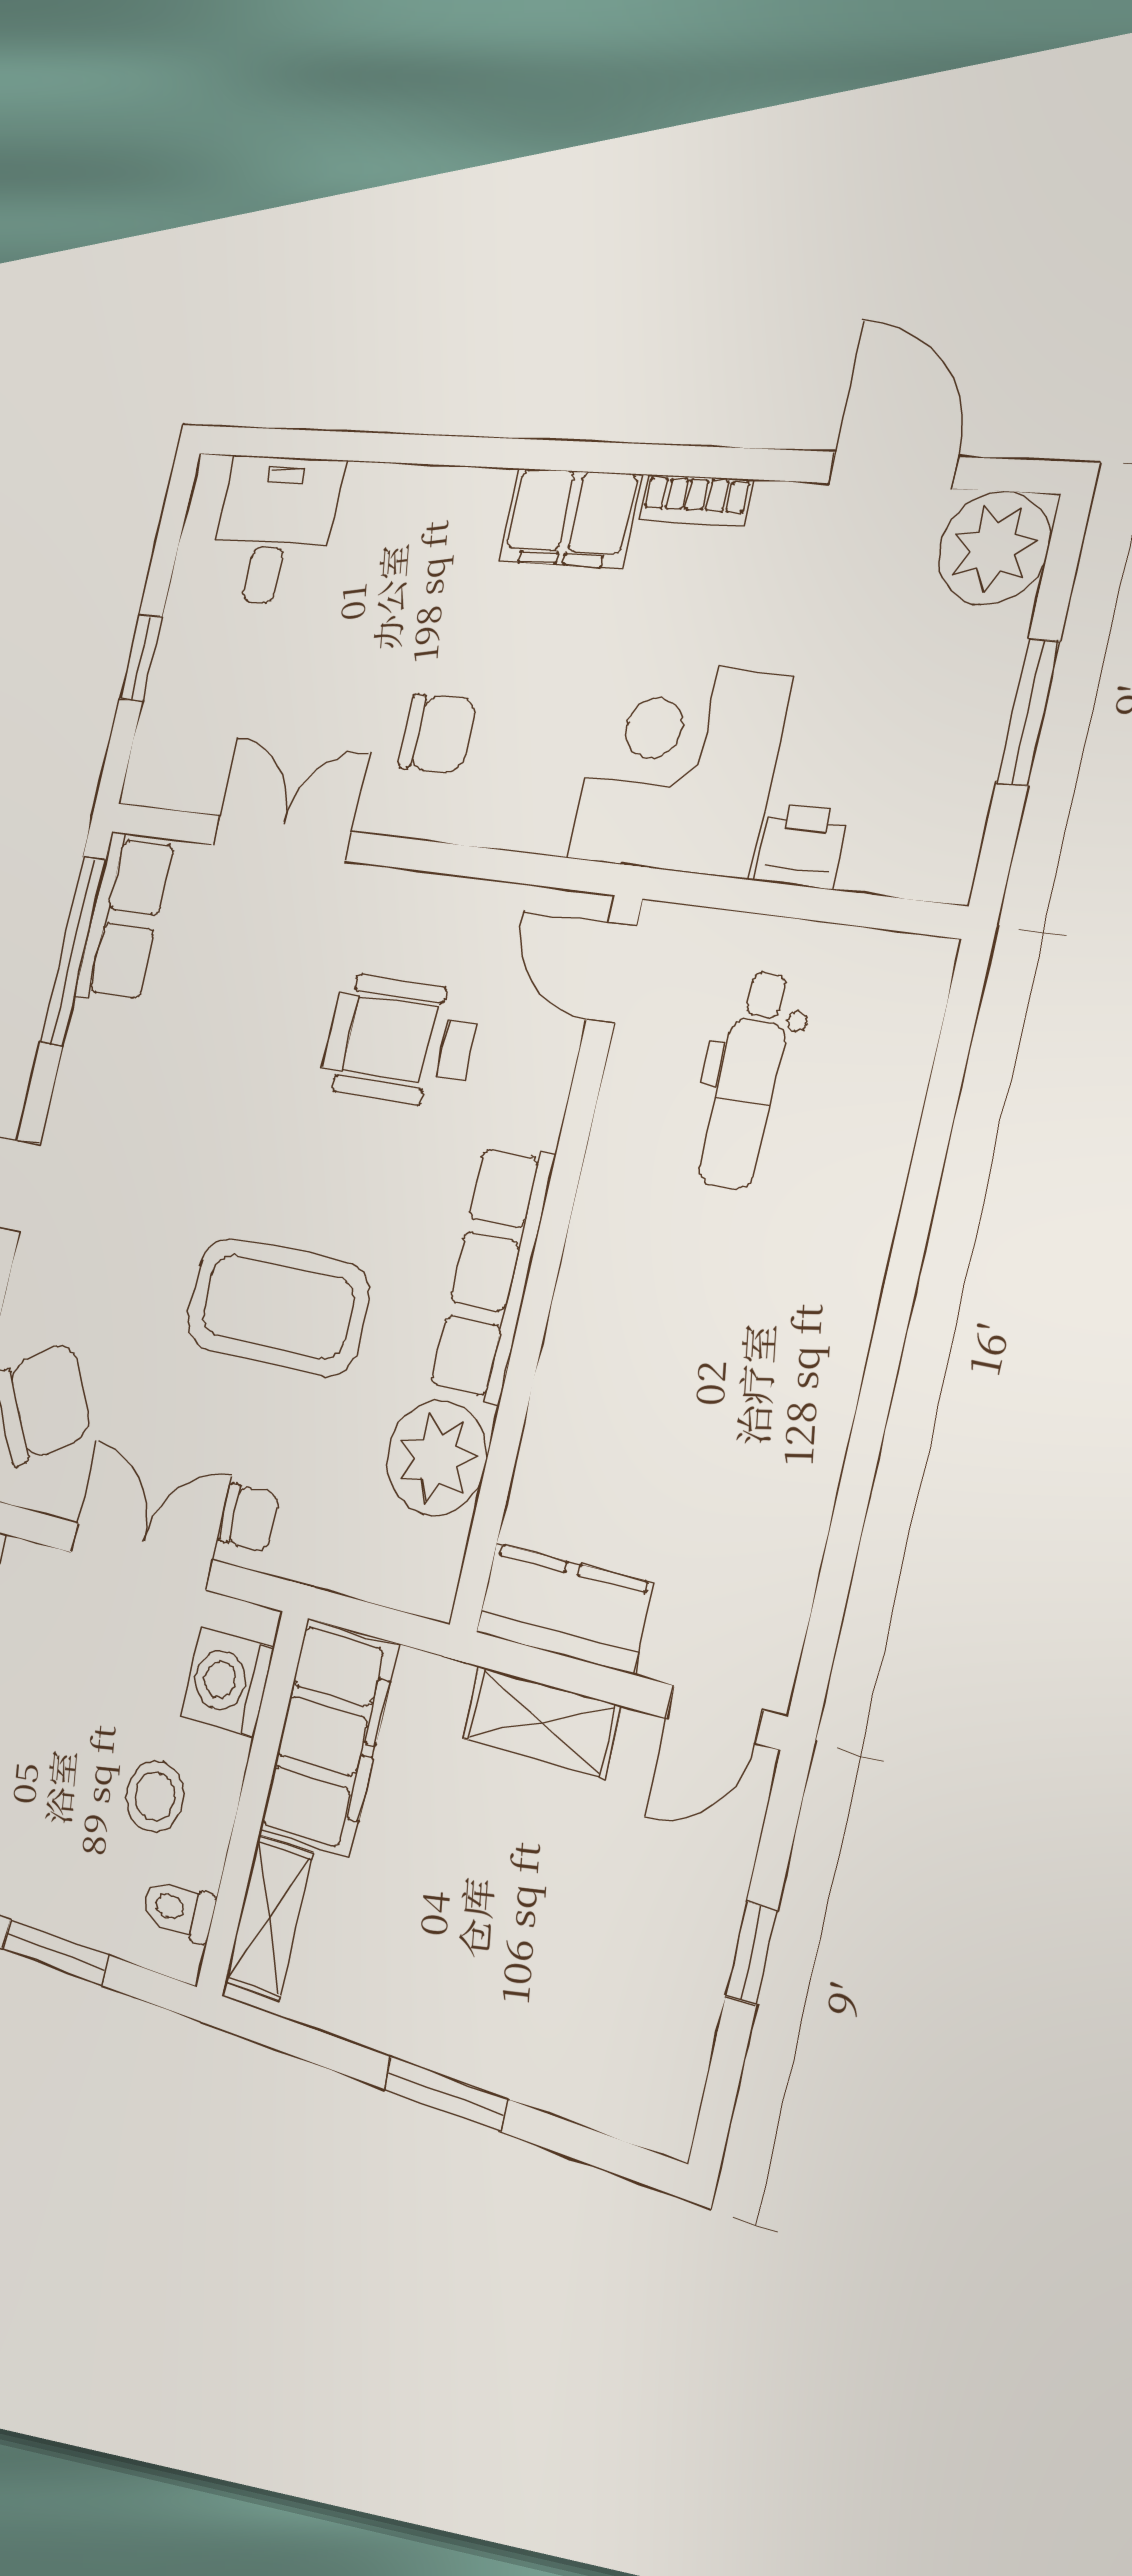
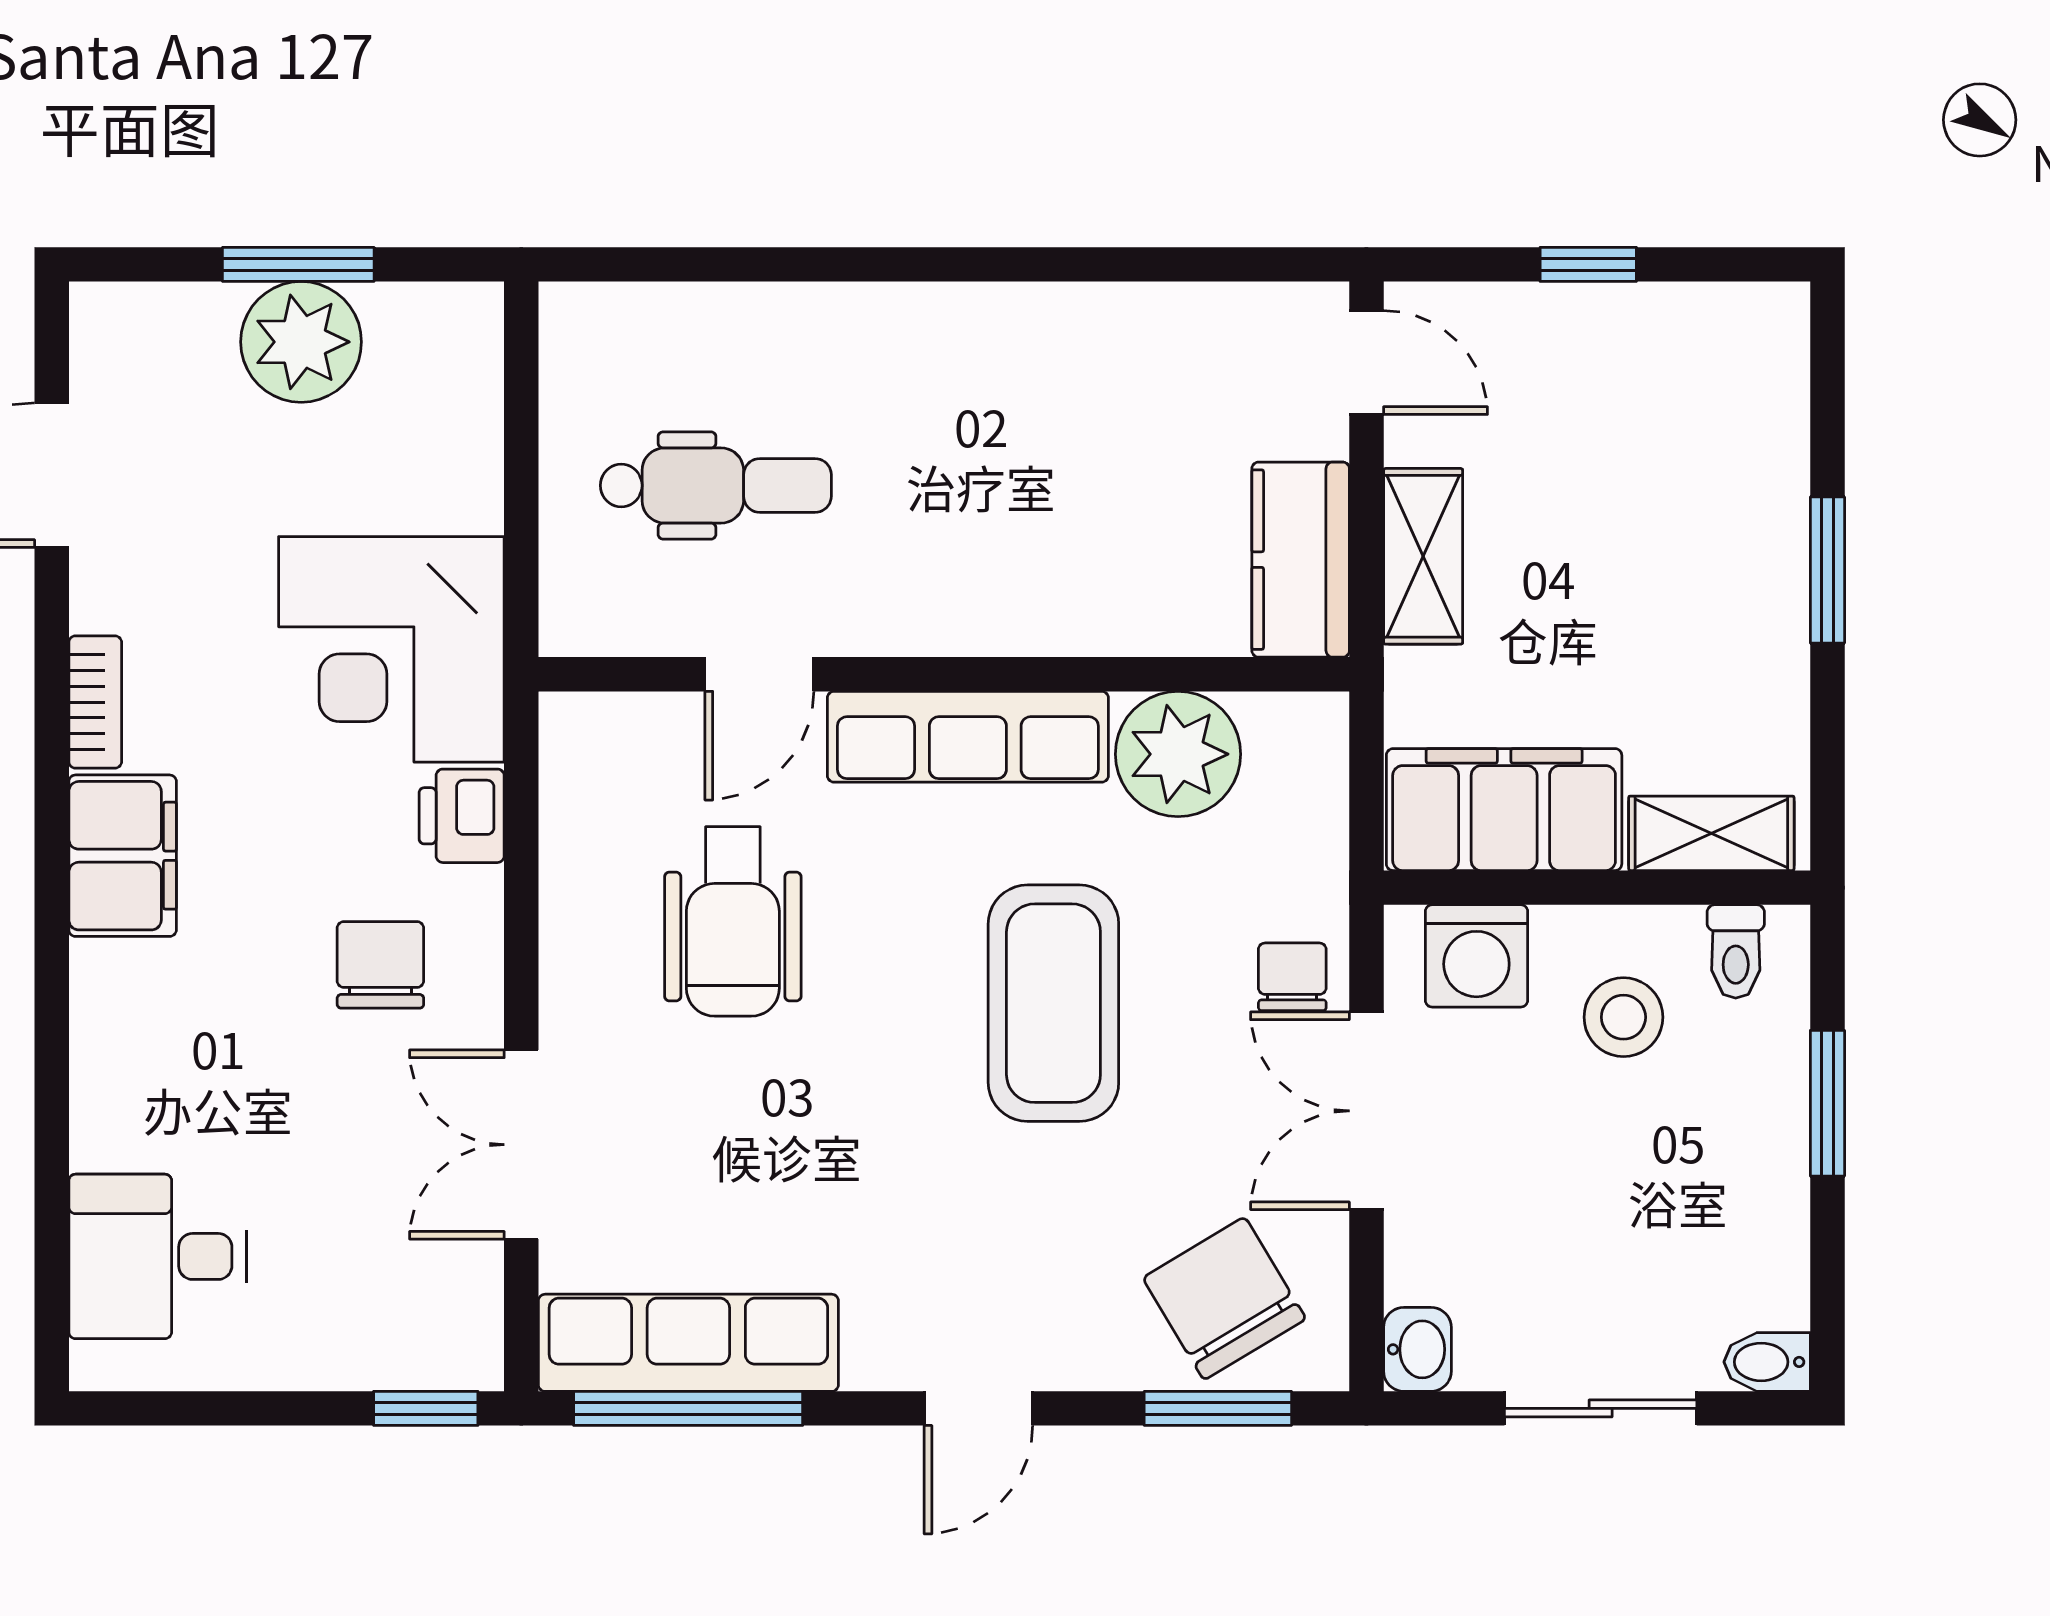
plant: (994, 548) -> (301, 342), moved
window: (141, 658) -> (426, 1408), moved
printer: (802, 846) -> (462, 816), moved
row of seats: (125, 918) -> (688, 1343), width x1.48
door: (612, 973) -> (759, 674), moved

